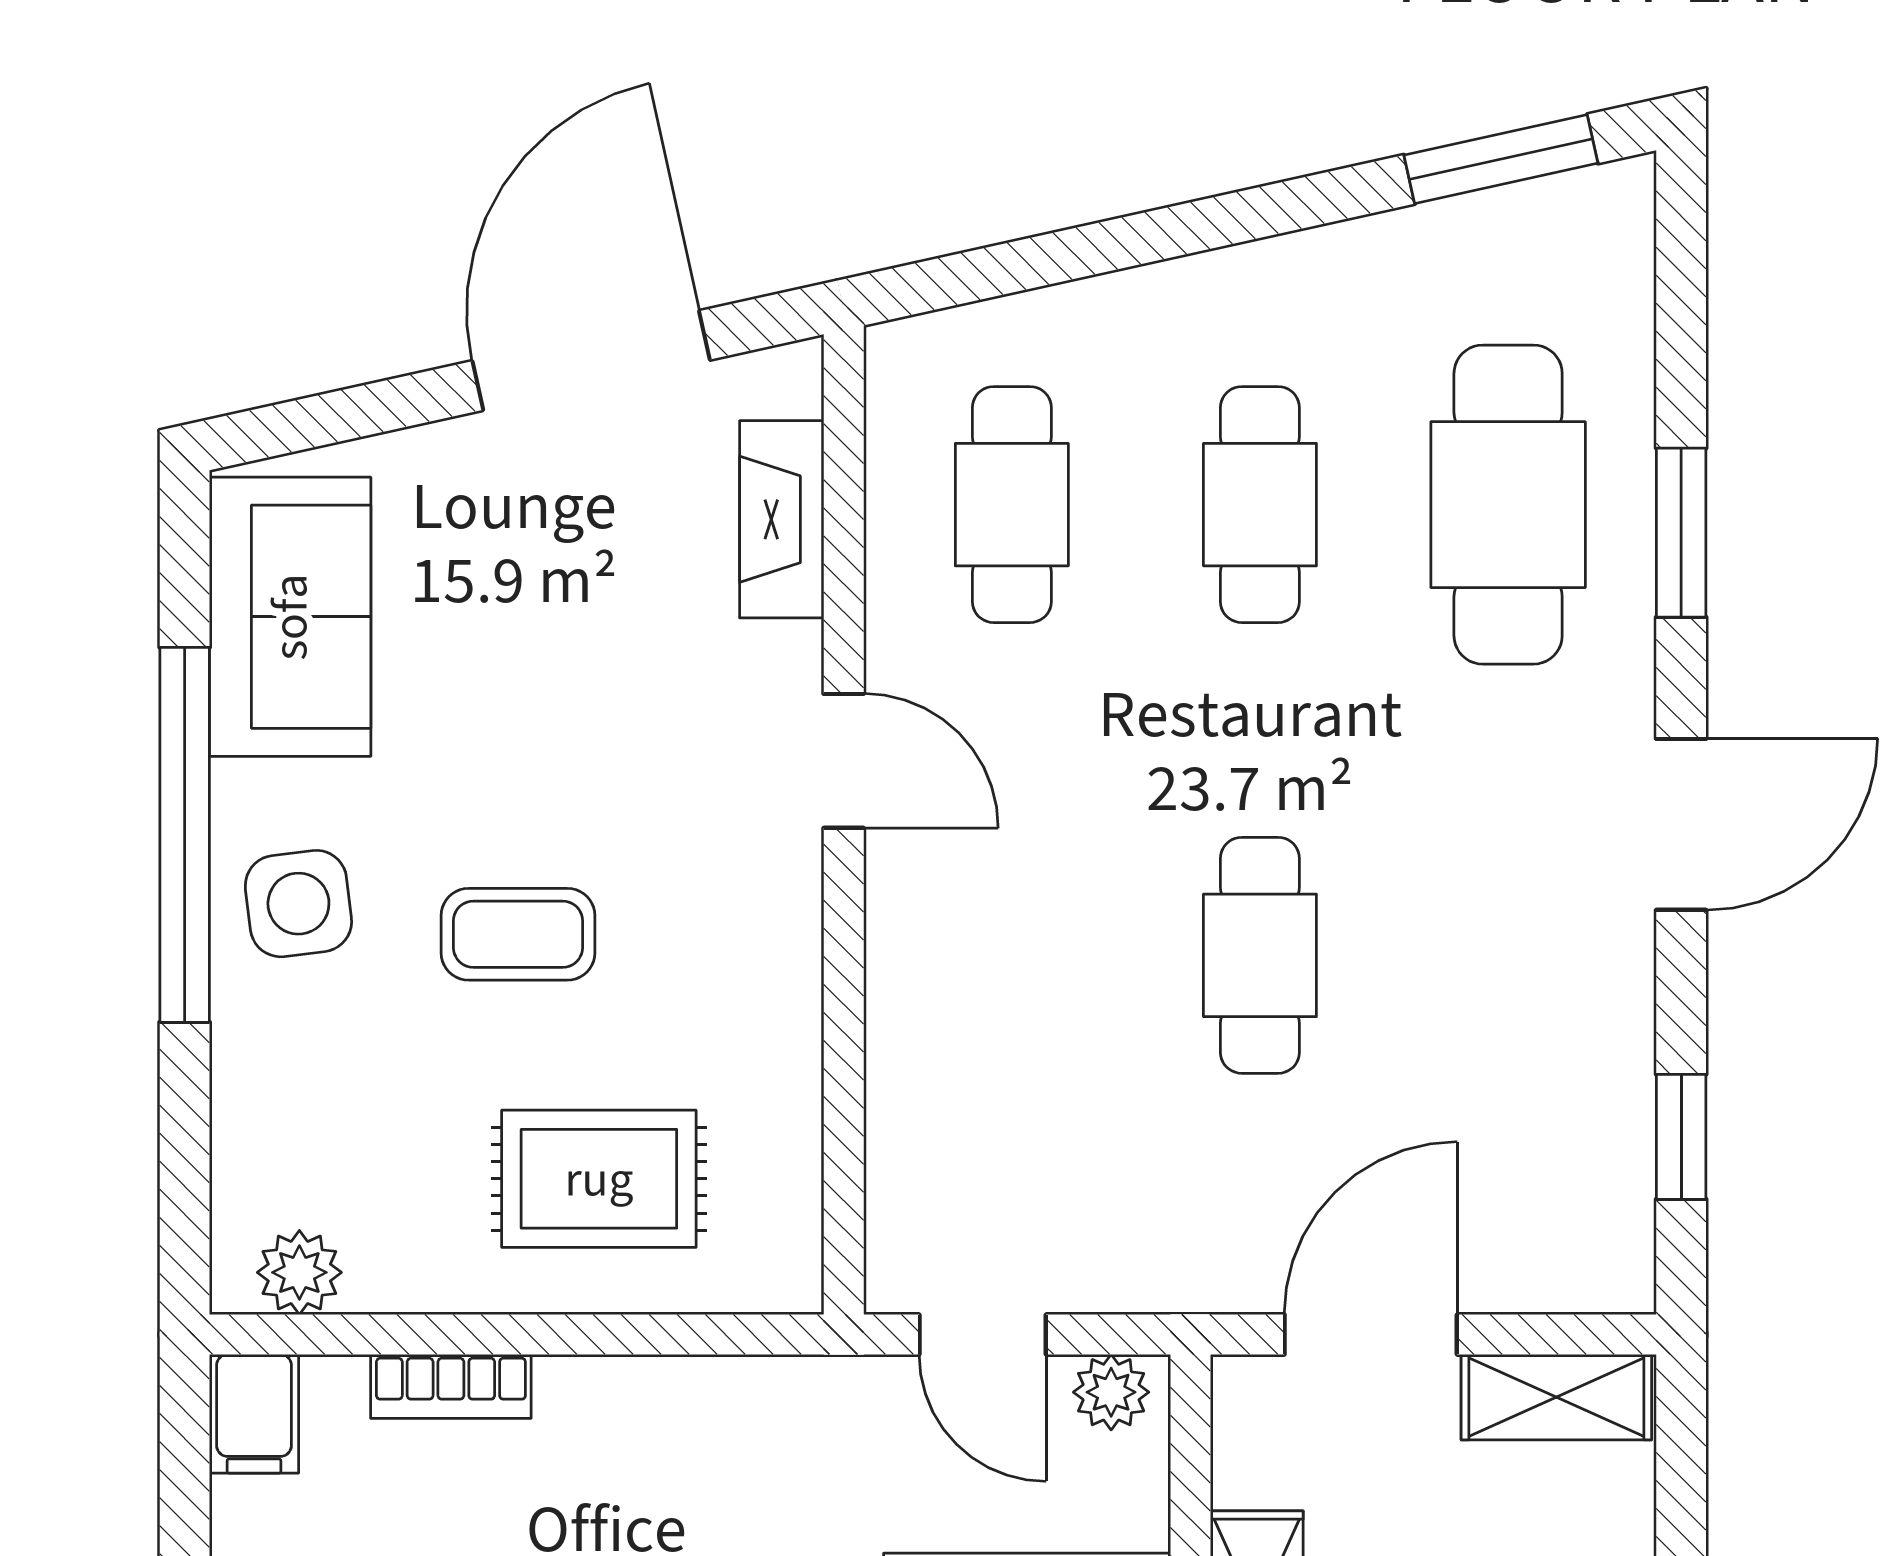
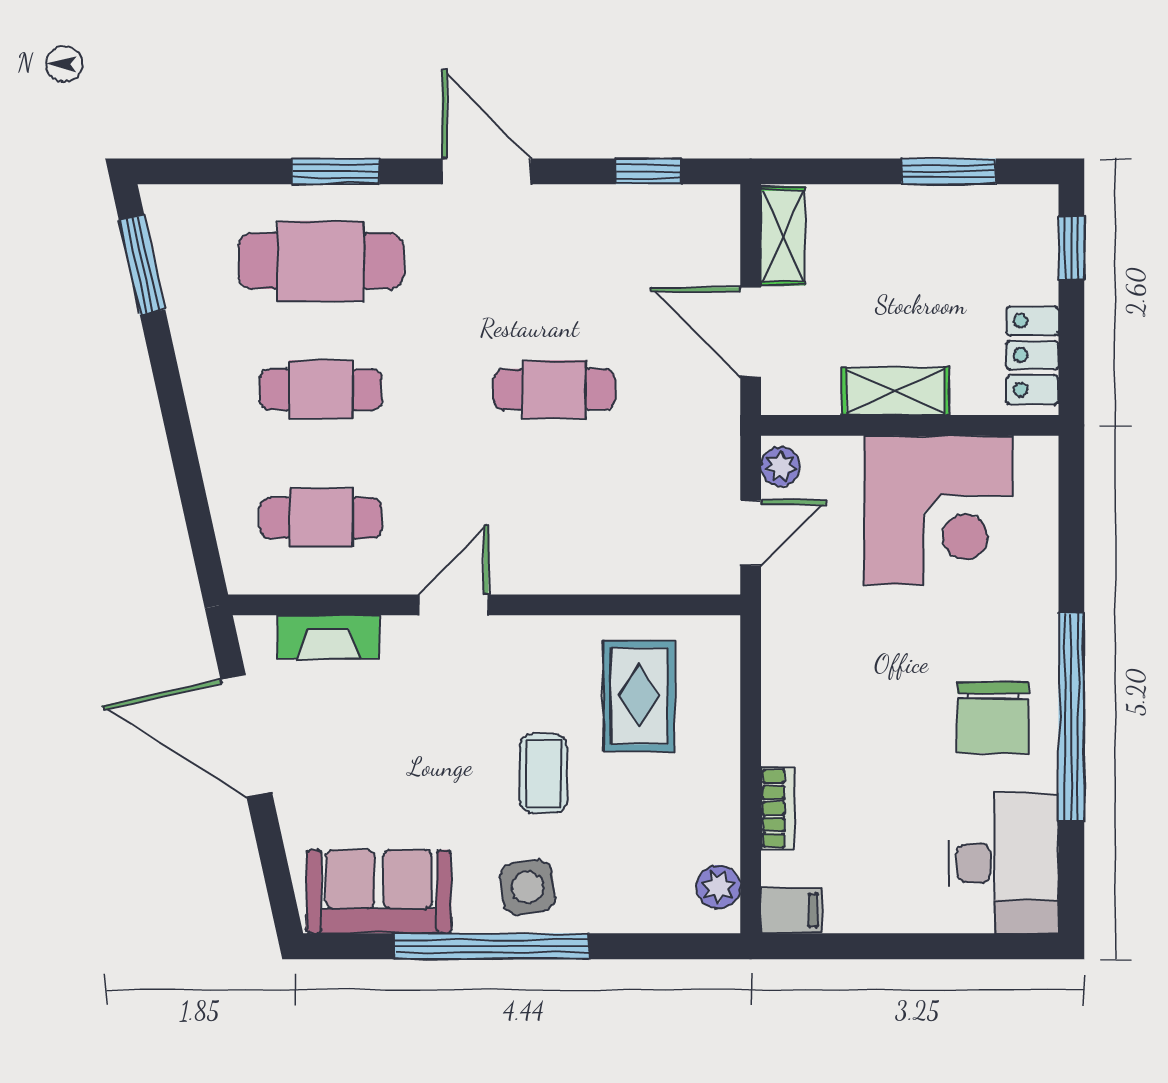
rug: (599, 1179) -> (639, 696), moved

